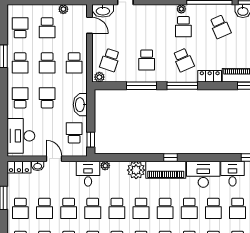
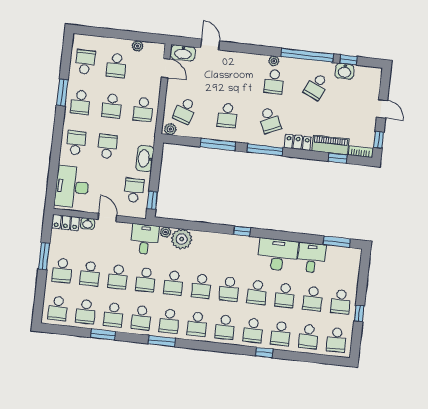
school desk: (220, 27) -> (316, 86), turned 48
plant: (136, 170) -> (182, 239), moved
piano: (166, 170) -> (235, 245), removed

